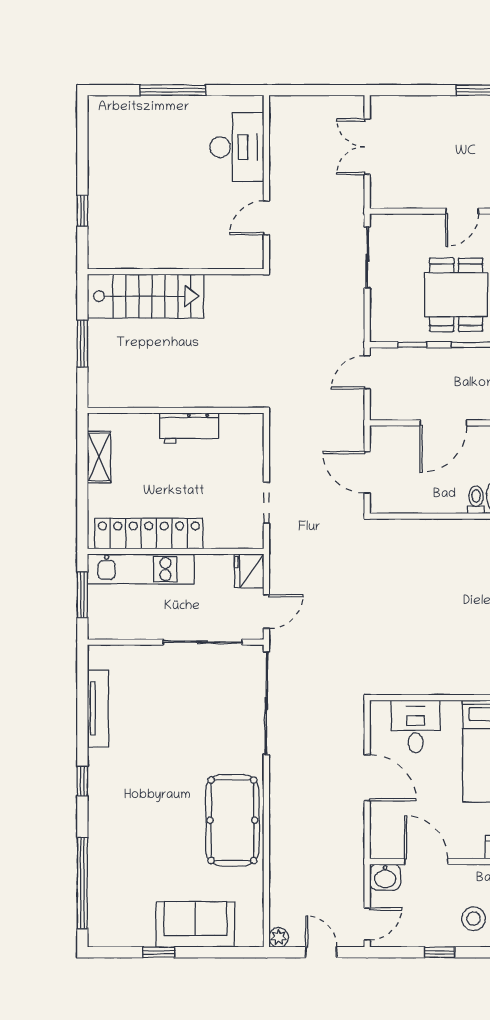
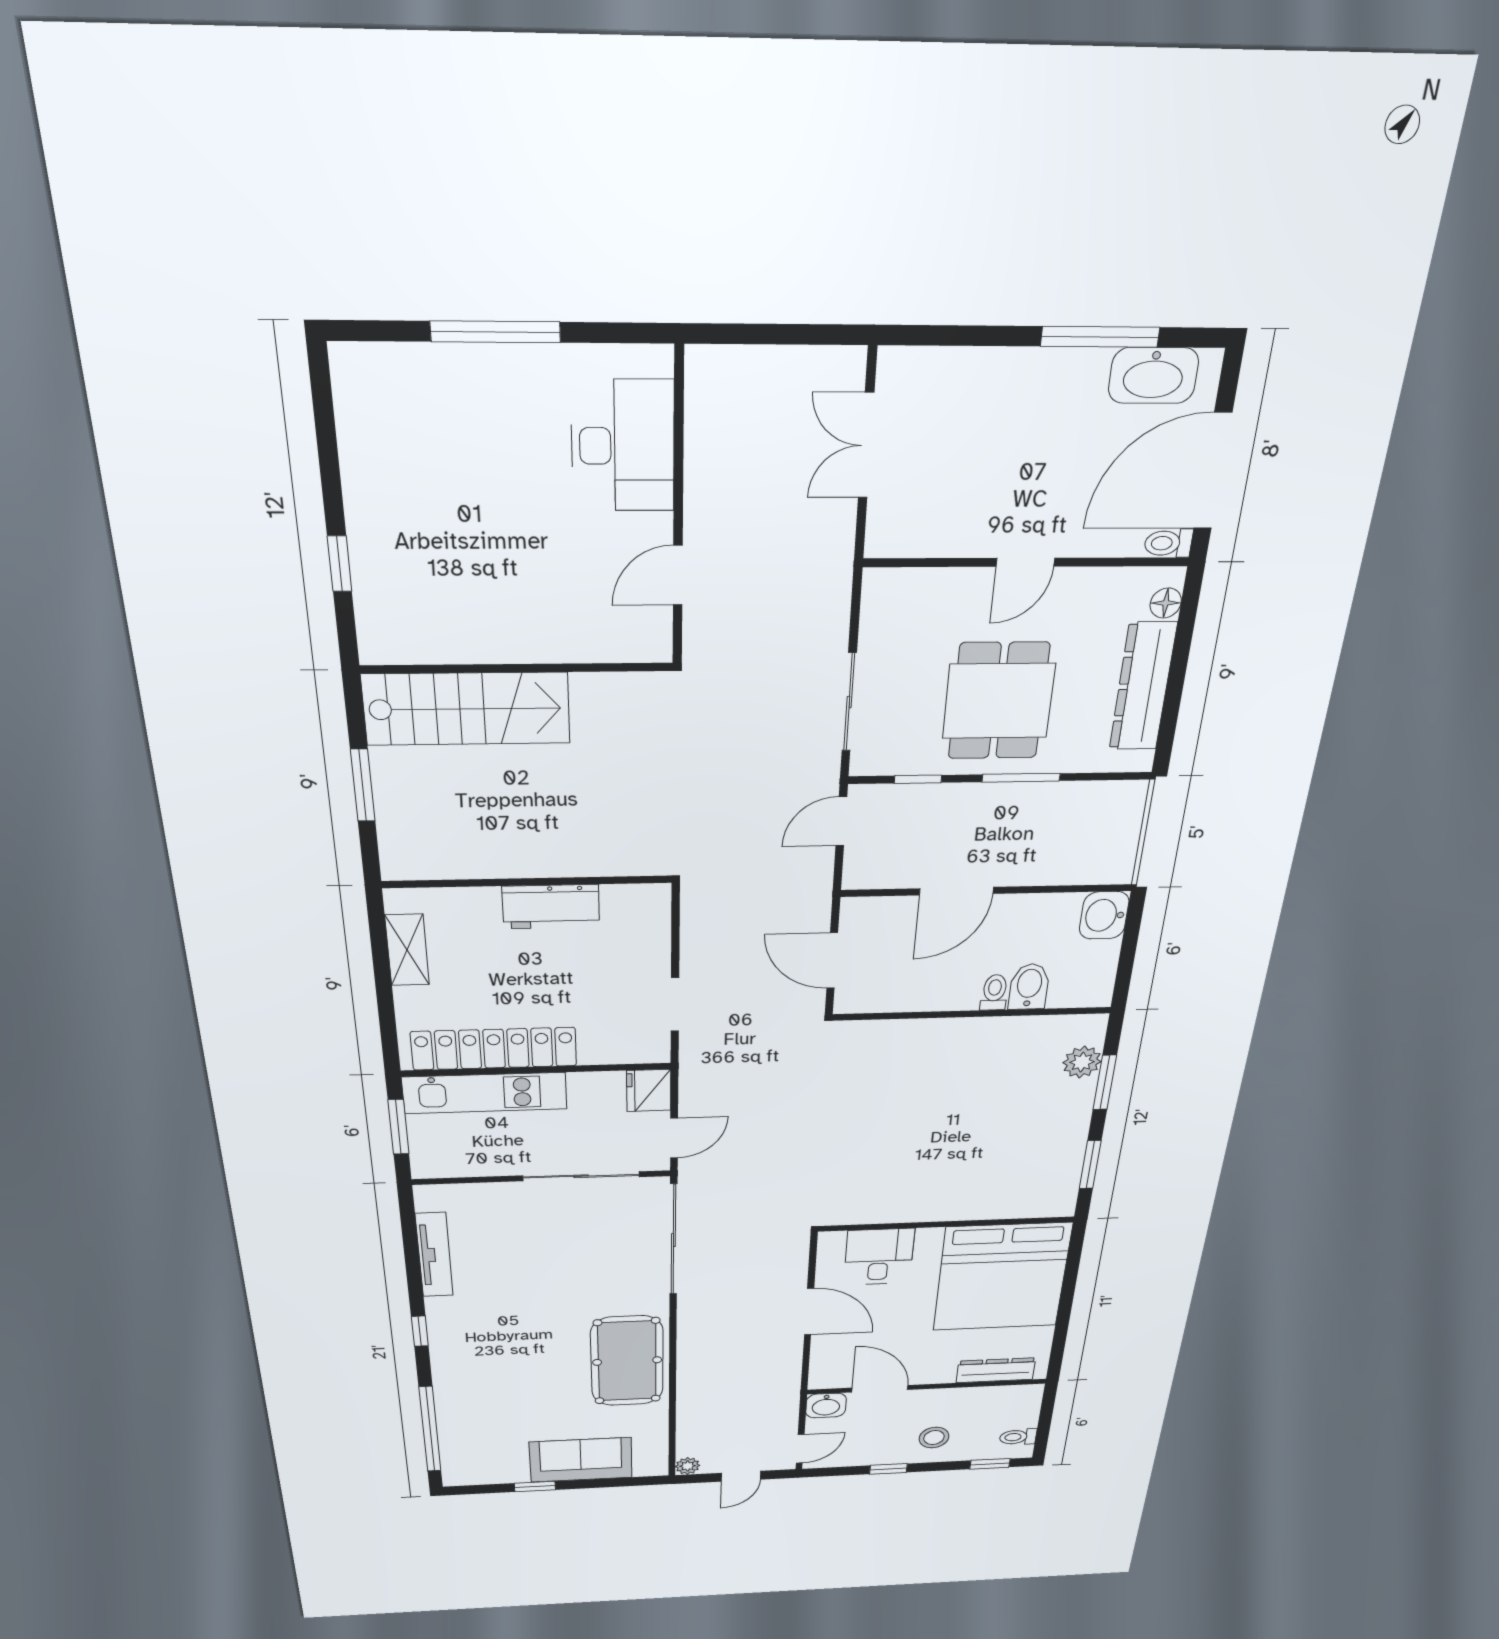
sliding door: (367, 257) -> (849, 702), moved
door: (321, 952) -> (741, 1476), swing flipped

